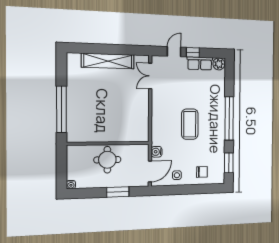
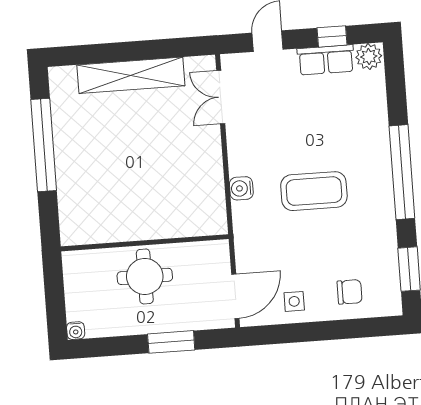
window: (193, 52) -> (332, 36), moved
window: (61, 109) -> (44, 145), moved
coffee table: (190, 124) -> (314, 191), turned 90
water cooler: (156, 152) -> (241, 188), moved

